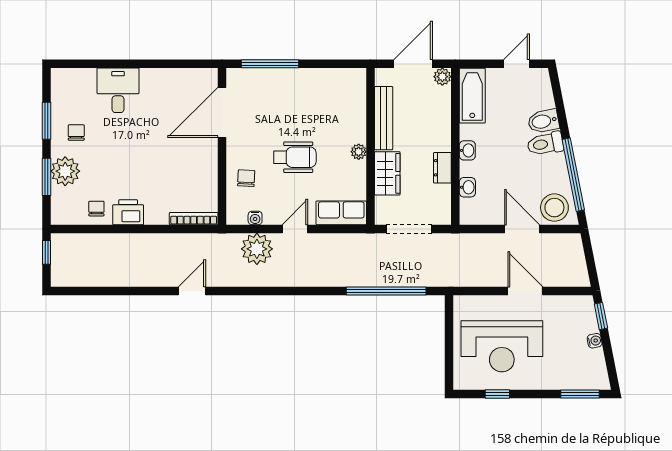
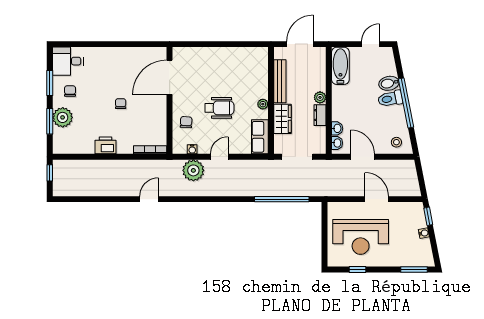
window: (270, 64) -> (202, 44), removed
plant: (442, 77) -> (320, 97), moved
desk: (118, 90) -> (68, 61), moved, turned -90
washbasin: (467, 150) -> (337, 143), moved
window: (573, 175) -> (406, 103), moved
stool: (554, 208) -> (396, 142), width x0.53, depth x0.53
chair: (96, 209) -> (121, 104), moved
row of seats: (341, 213) -> (260, 137), moved, turned -90
door: (522, 229) -> (363, 157), moved

